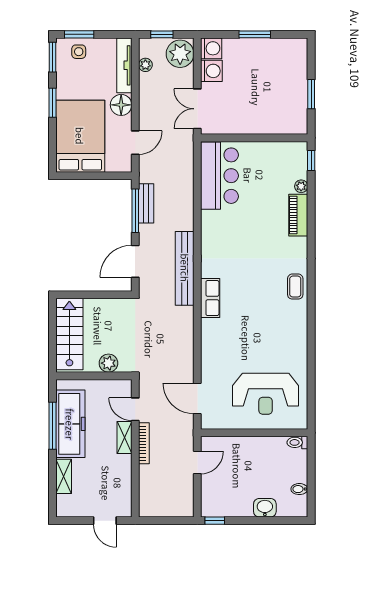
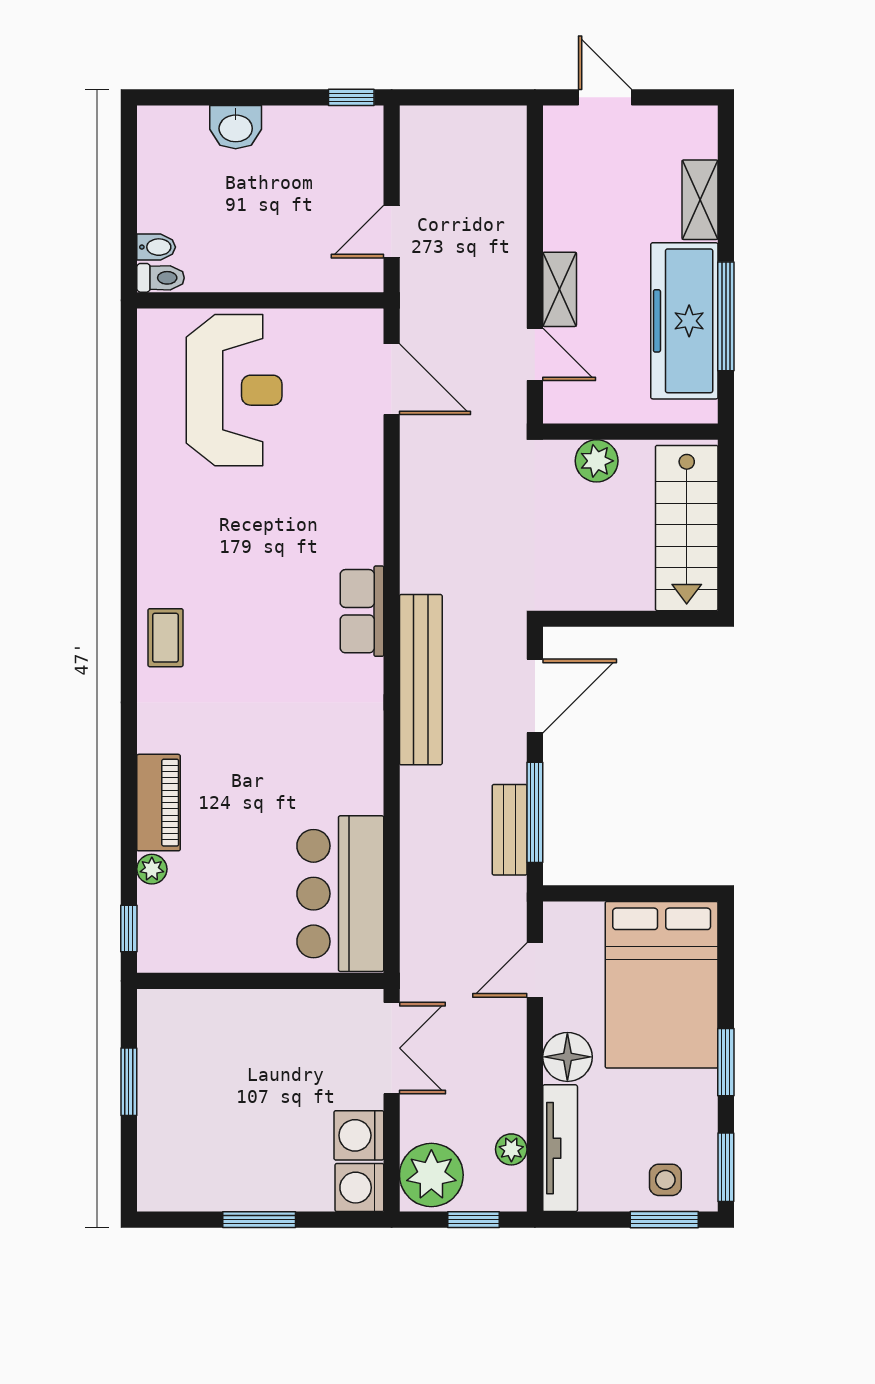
reception desk: (266, 394) -> (234, 390), turned 90
bookcase: (144, 443) -> (515, 276), removed
bidet: (299, 489) -> (156, 247), moved

